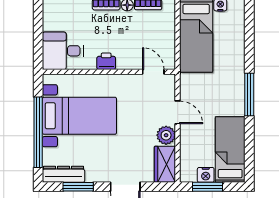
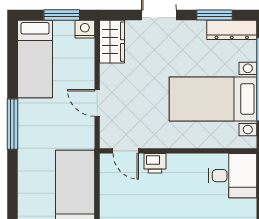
printer: (106, 61) -> (155, 163), moved
plant: (166, 135) -> (111, 76), removed
nightstand: (206, 175) -> (85, 29), moved

